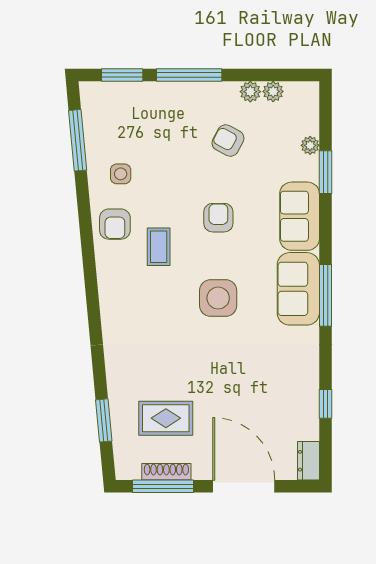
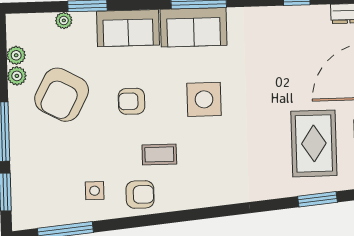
armchair: (228, 140) -> (62, 95), width x1.88, depth x1.88
rug: (166, 418) -> (314, 143), width x1.36, depth x1.43

